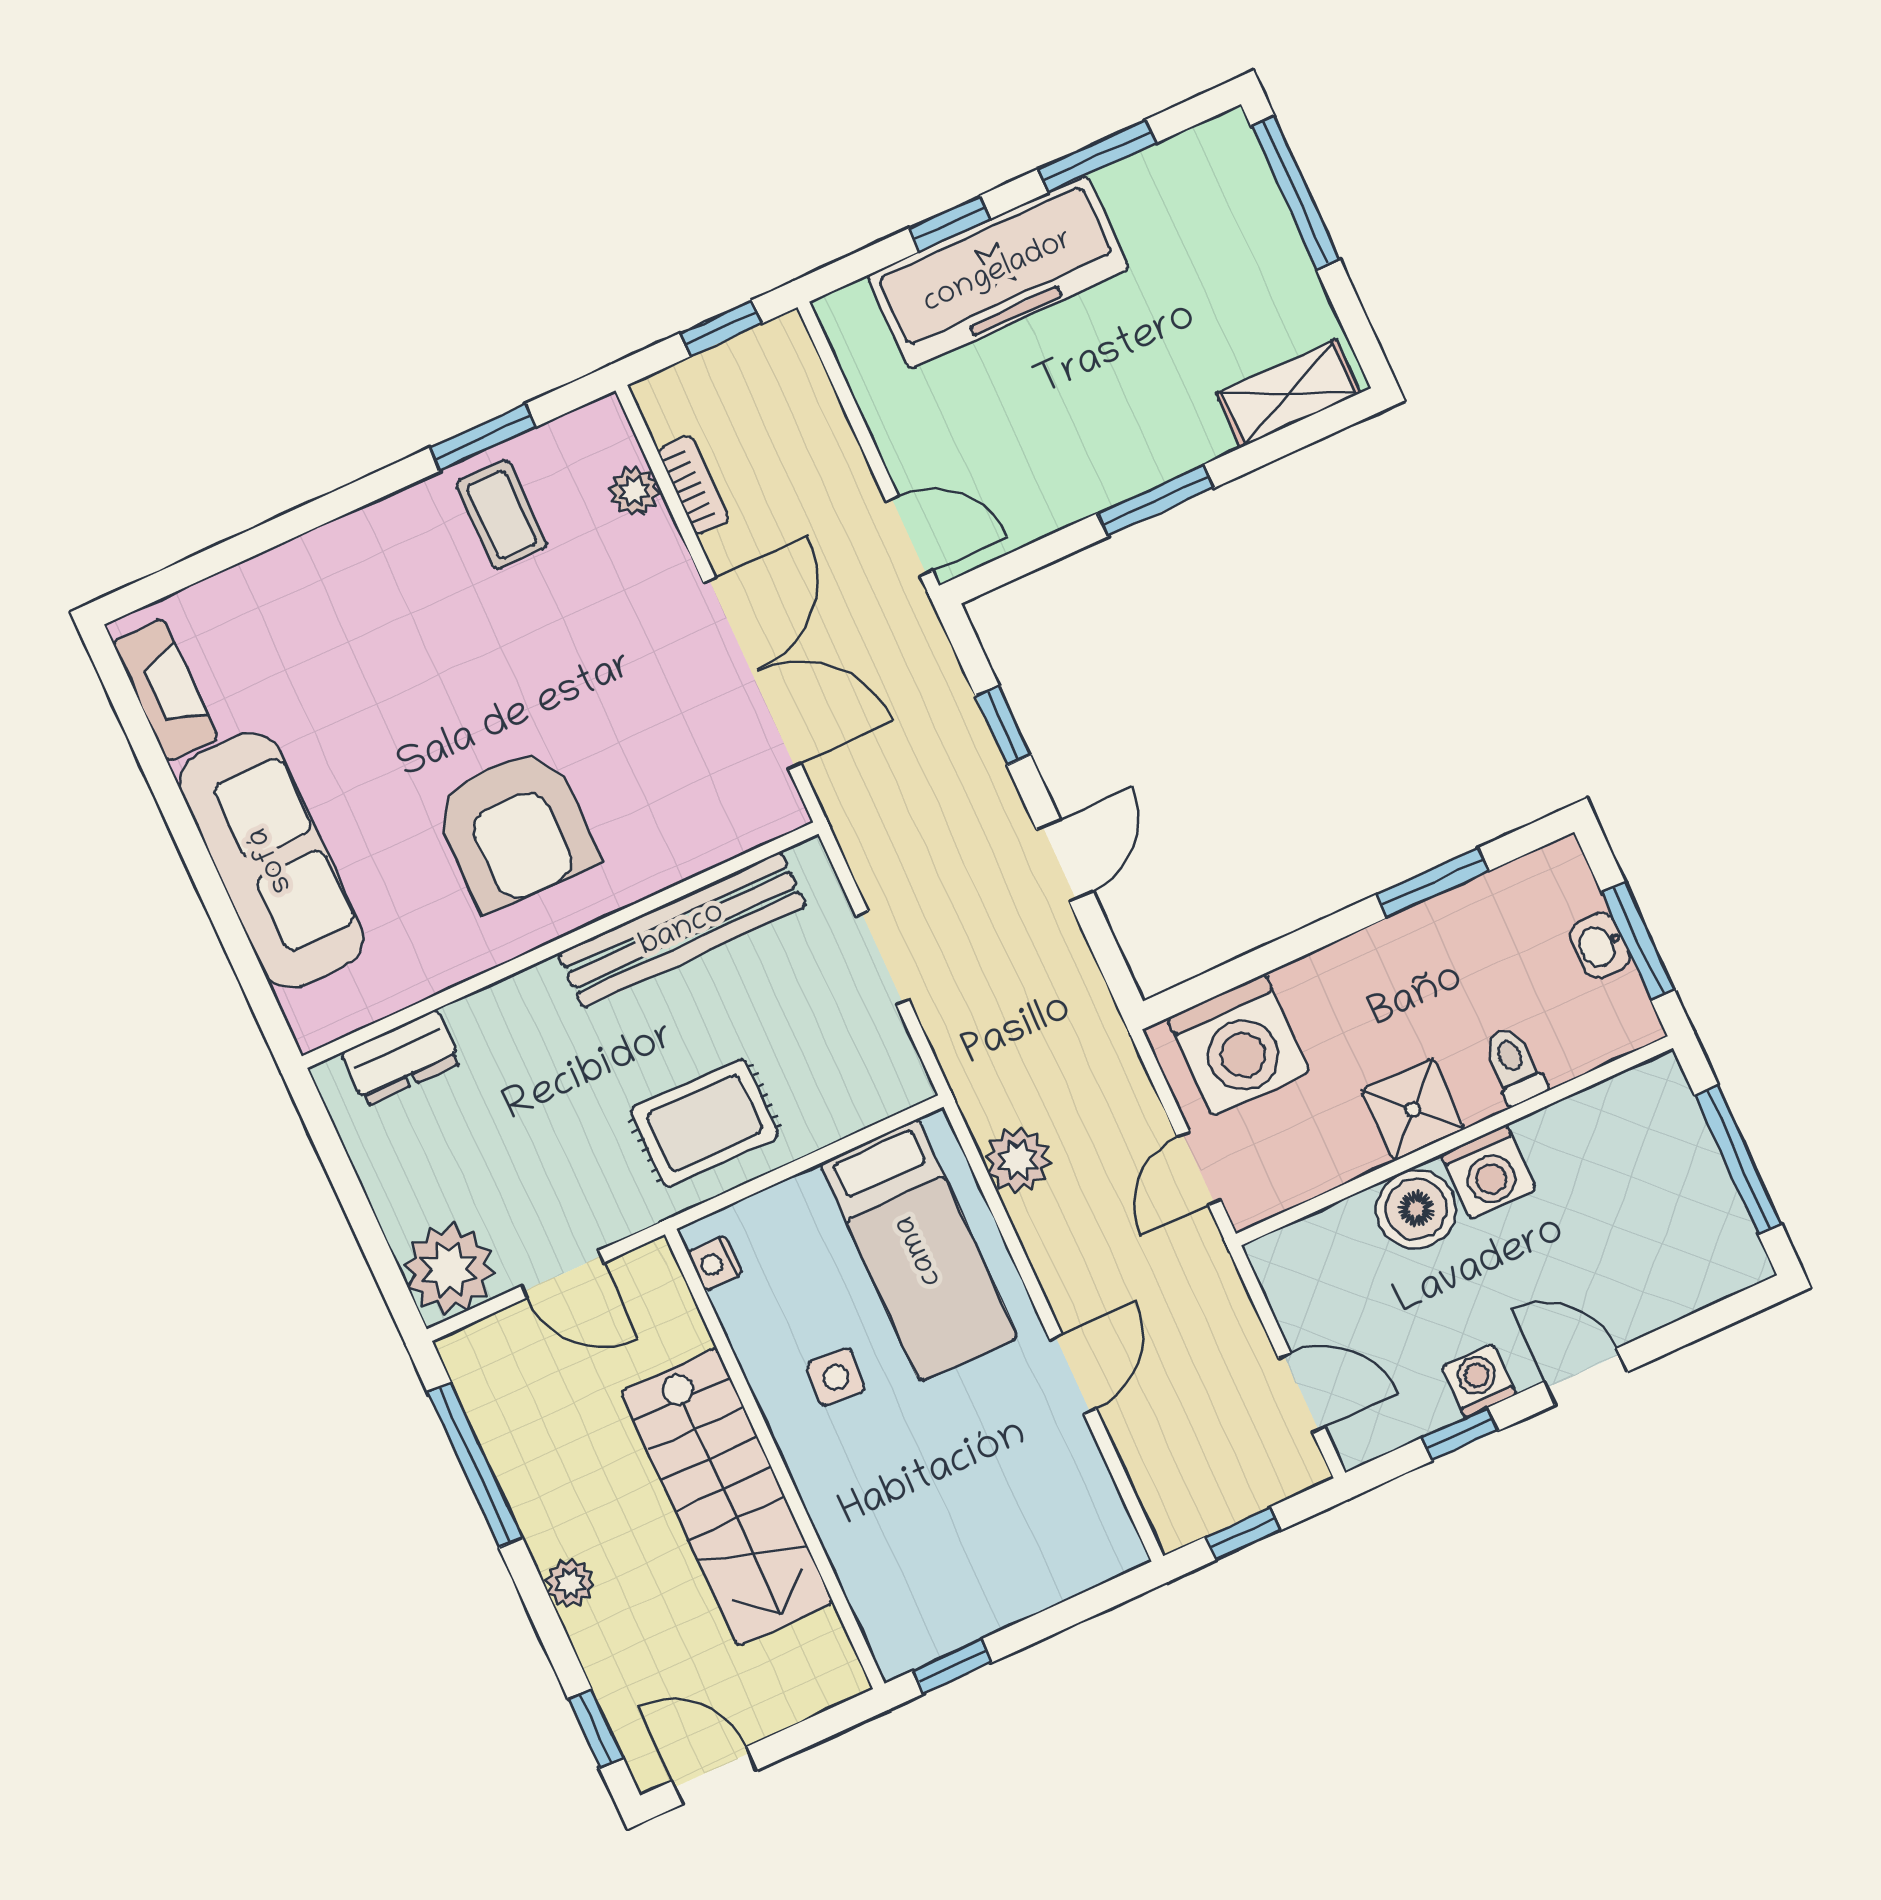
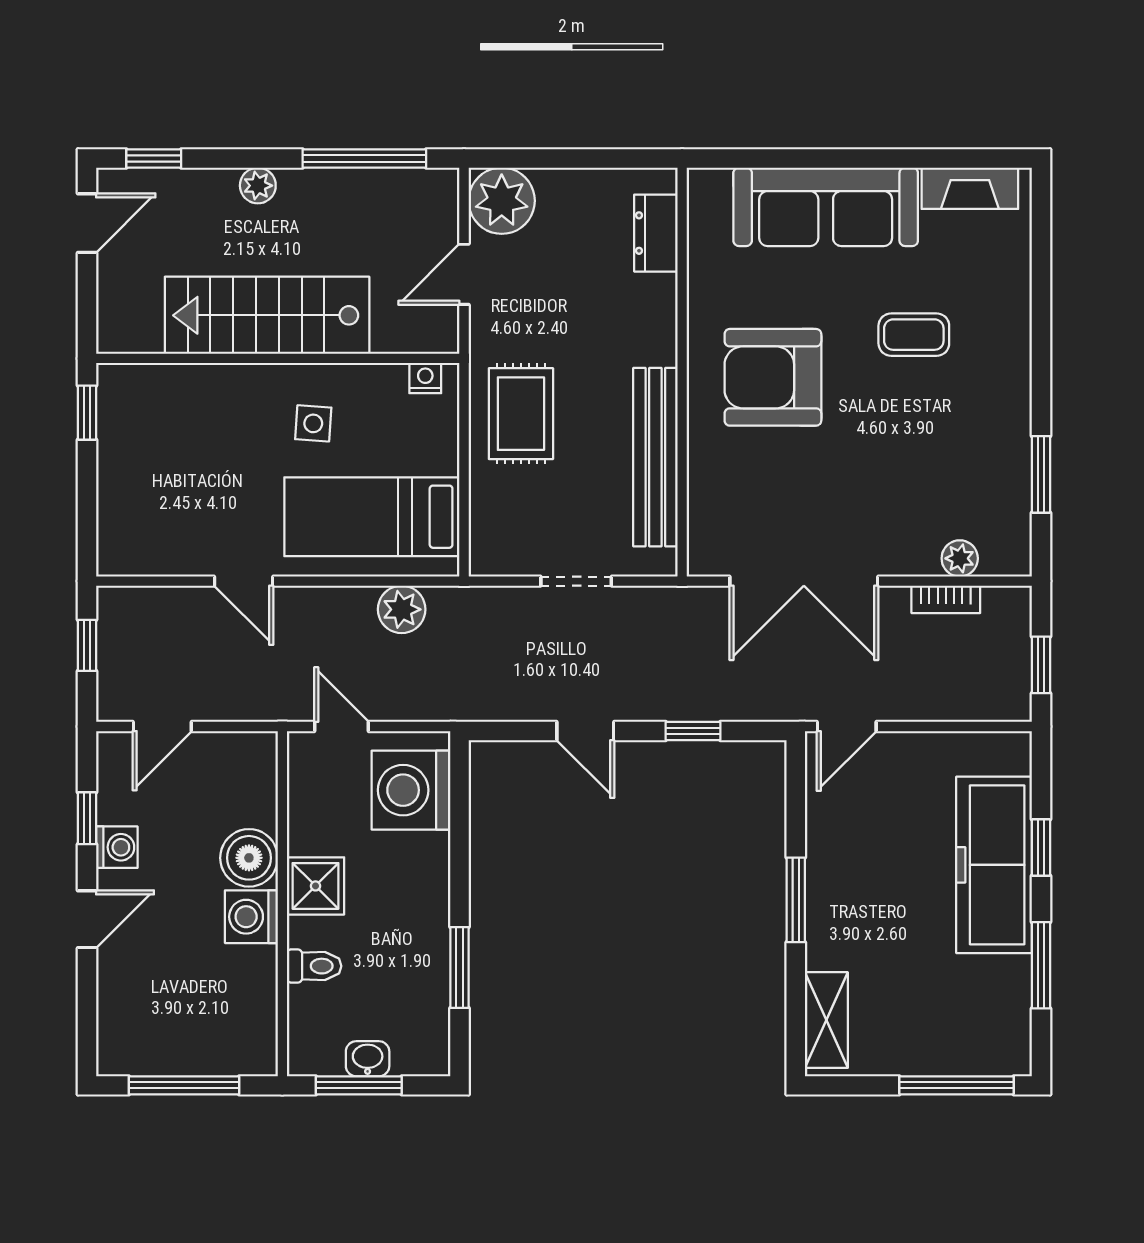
coffee table: (502, 515) -> (914, 335), moved

